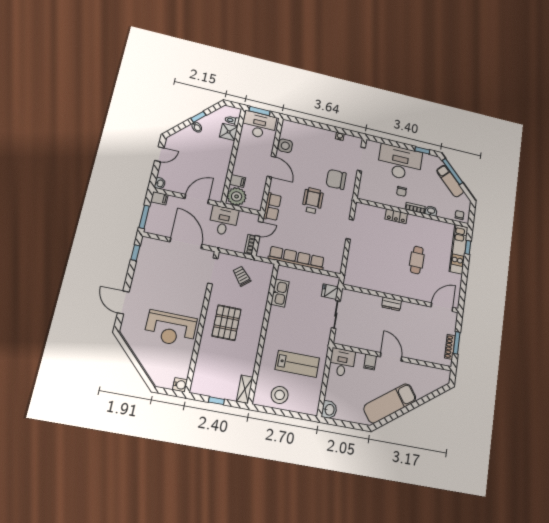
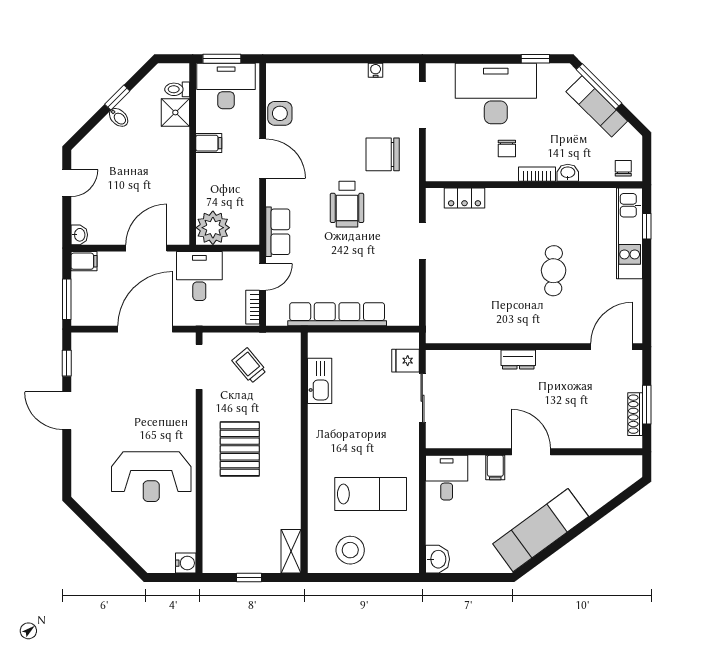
filing cabinet: (237, 181) -> (209, 143), moved
wheelchair: (313, 201) -> (347, 204), turned 180
locker: (396, 216) -> (465, 198), moved
door: (186, 243) -> (145, 329), hinge flipped
door: (123, 302) -> (67, 411), moved

